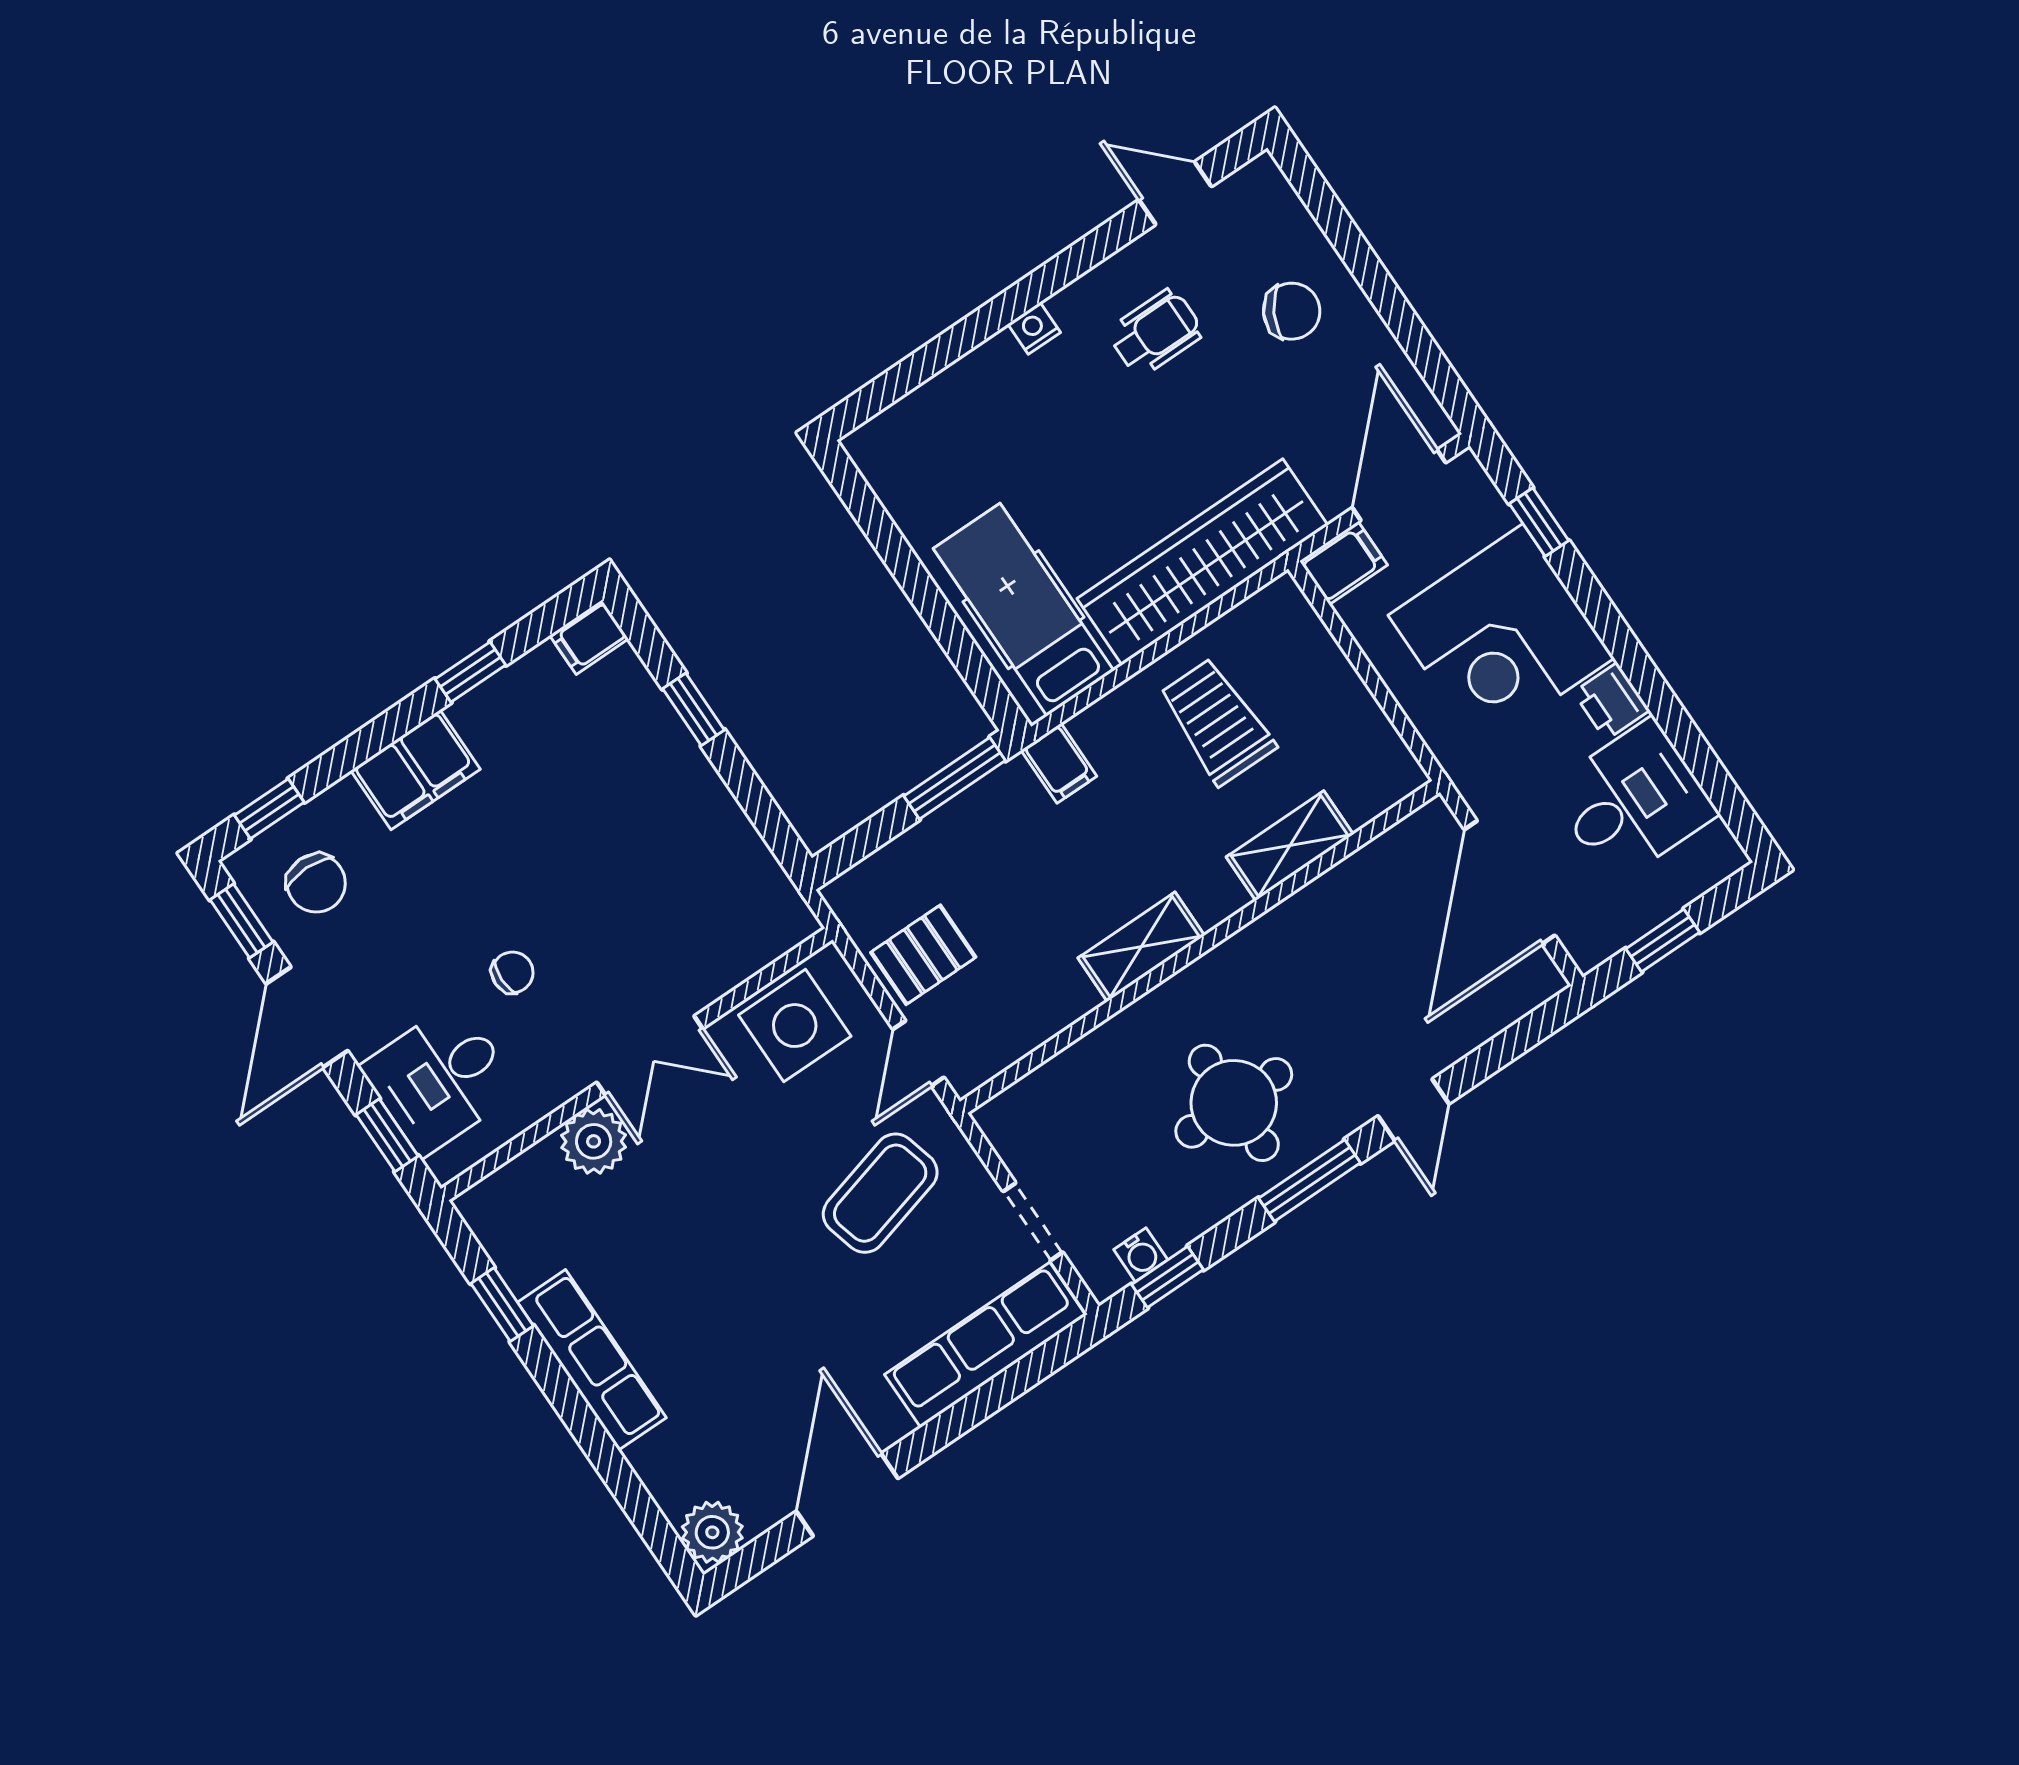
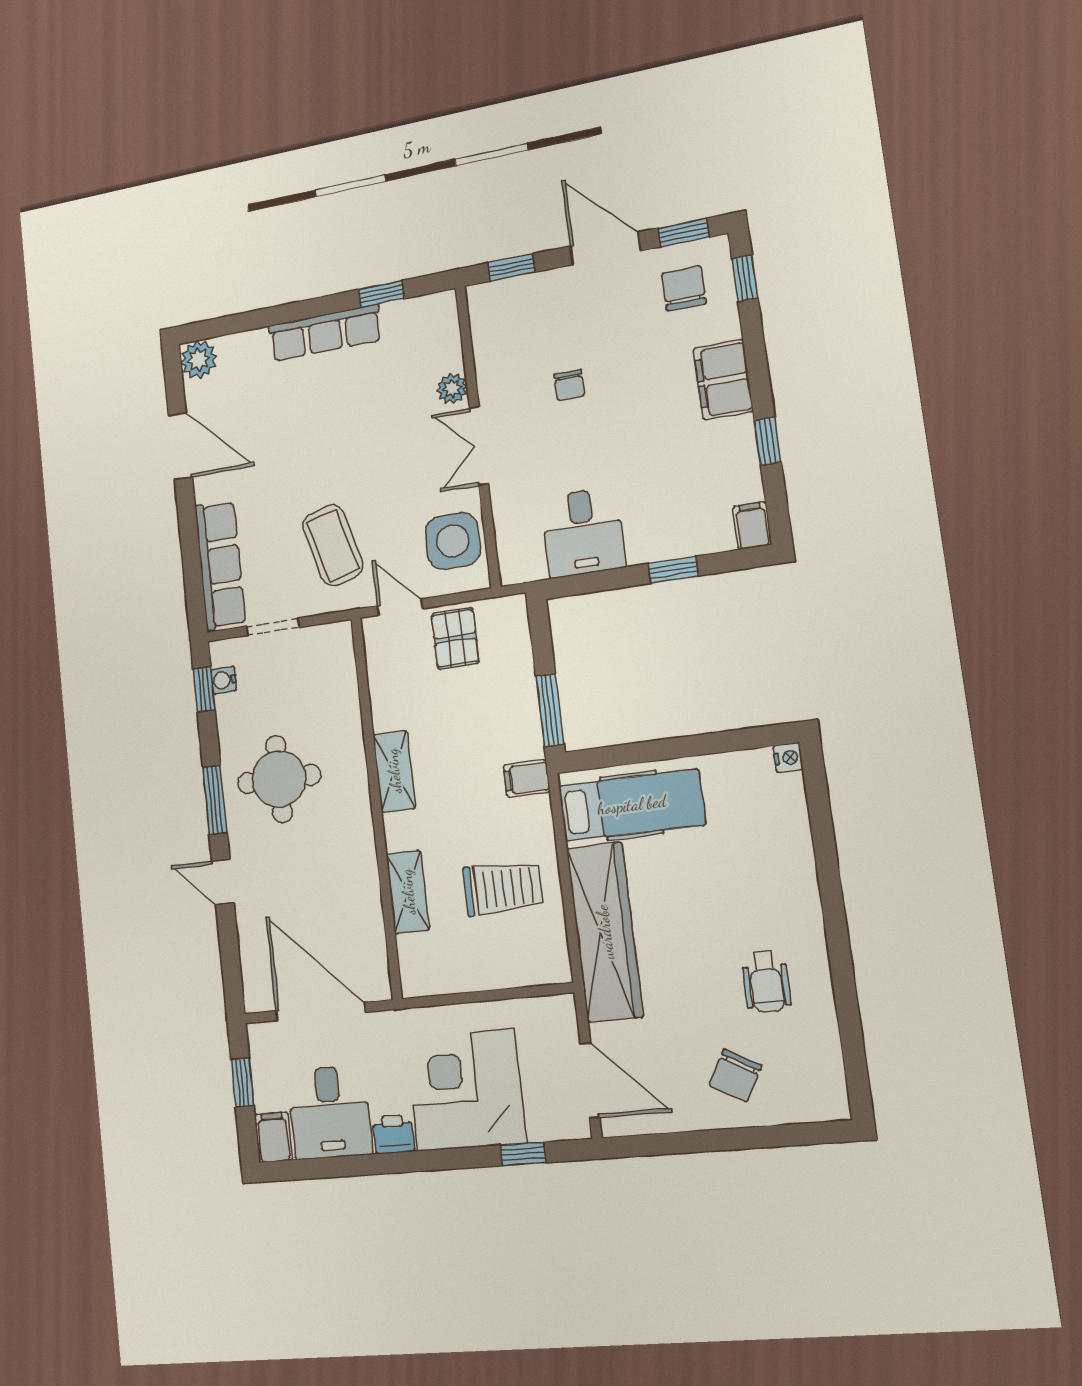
door: (1175, 193) -> (852, 1044), removed
nightstand: (1034, 328) -> (788, 758), moved
filing cabinet: (1344, 563) -> (274, 1137), moved, turned 180
chair: (316, 883) -> (684, 288), turned 90
desk: (440, 1079) -> (583, 532), moved, turned 180
plant: (594, 1141) -> (452, 388), width x0.73, depth x0.73

